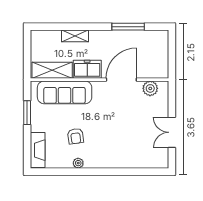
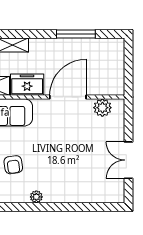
plant: (78, 163) -> (36, 197), moved

